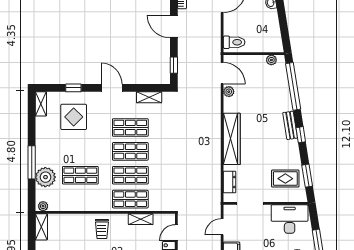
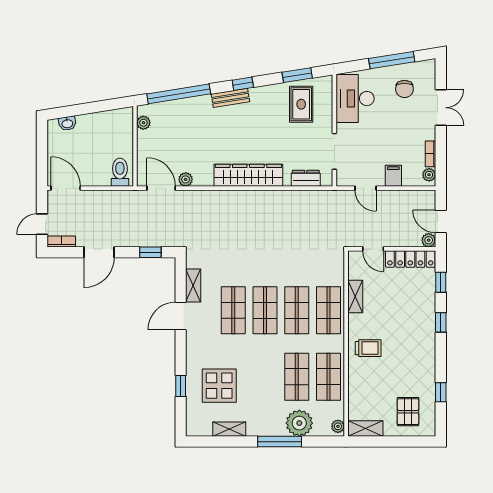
door: (222, 73) -> (161, 188), hinge flipped
door: (112, 88) -> (181, 316), moved
shelving: (41, 104) -> (229, 429), moved
shop shelf: (80, 199) -> (329, 377), added

